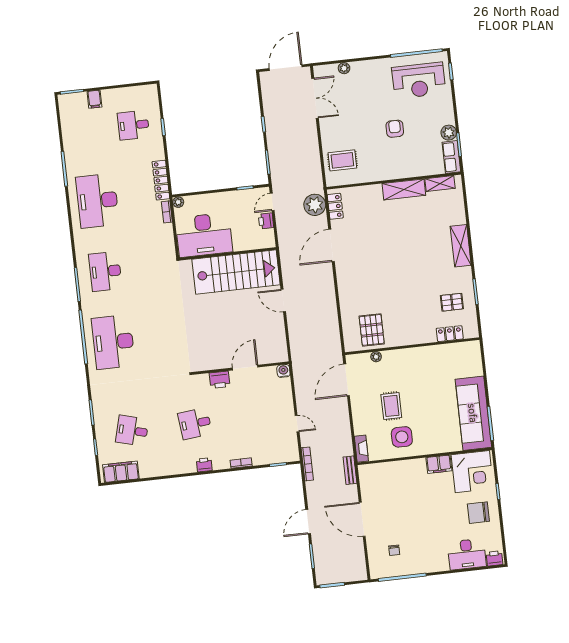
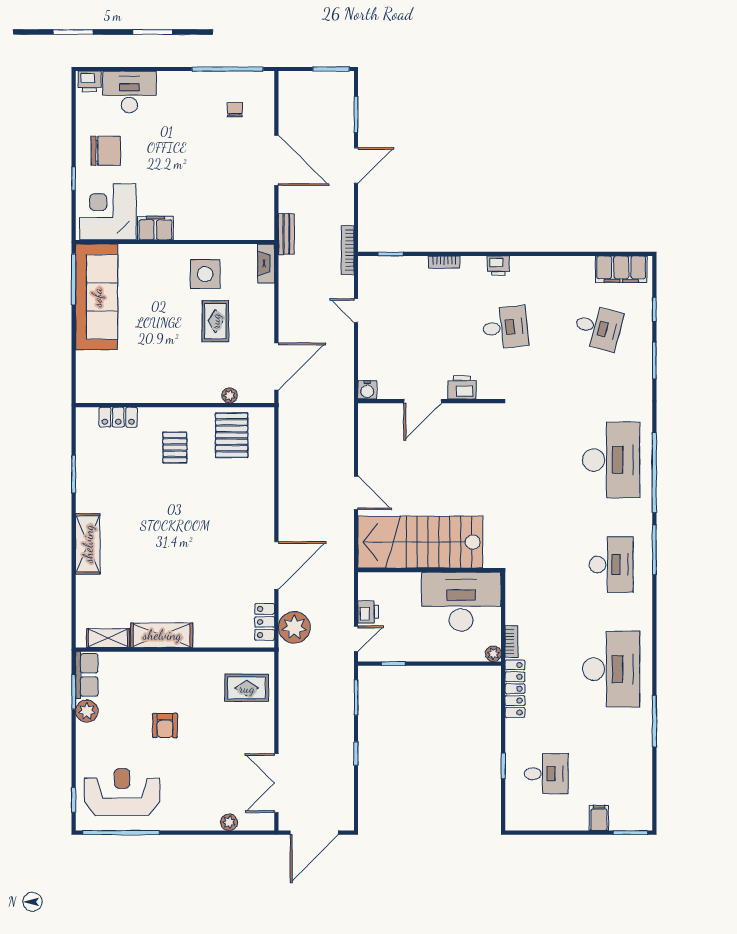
pallet: (452, 302) -> (175, 448), moved, turned 90

